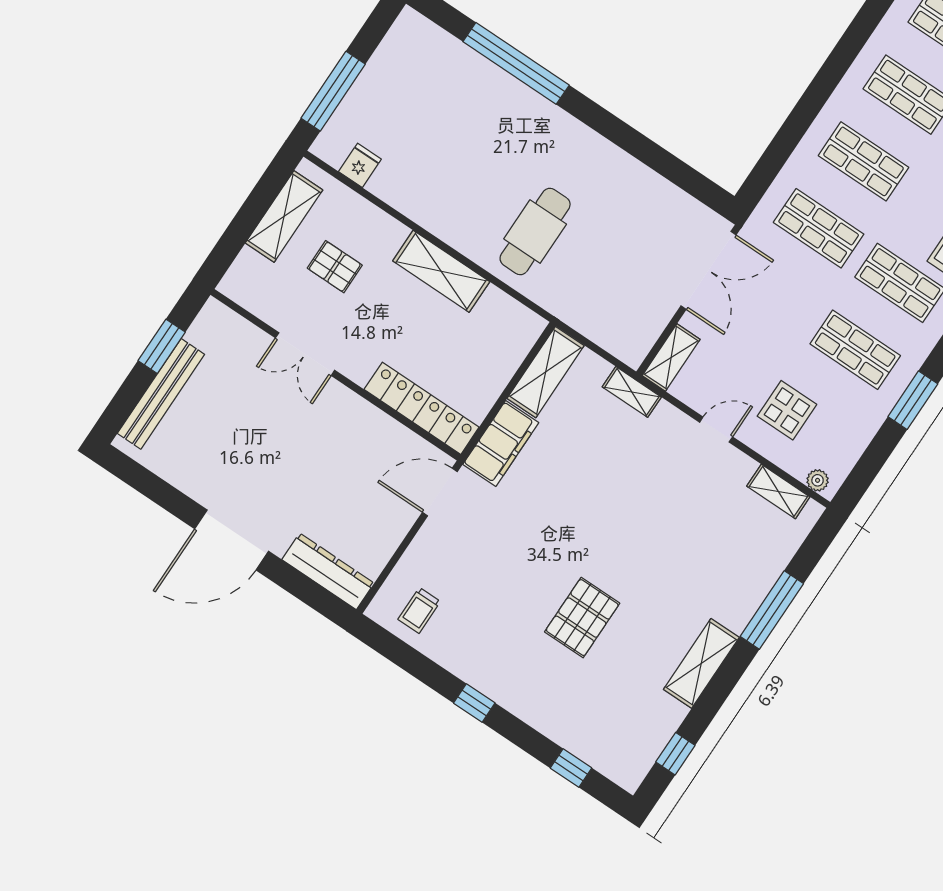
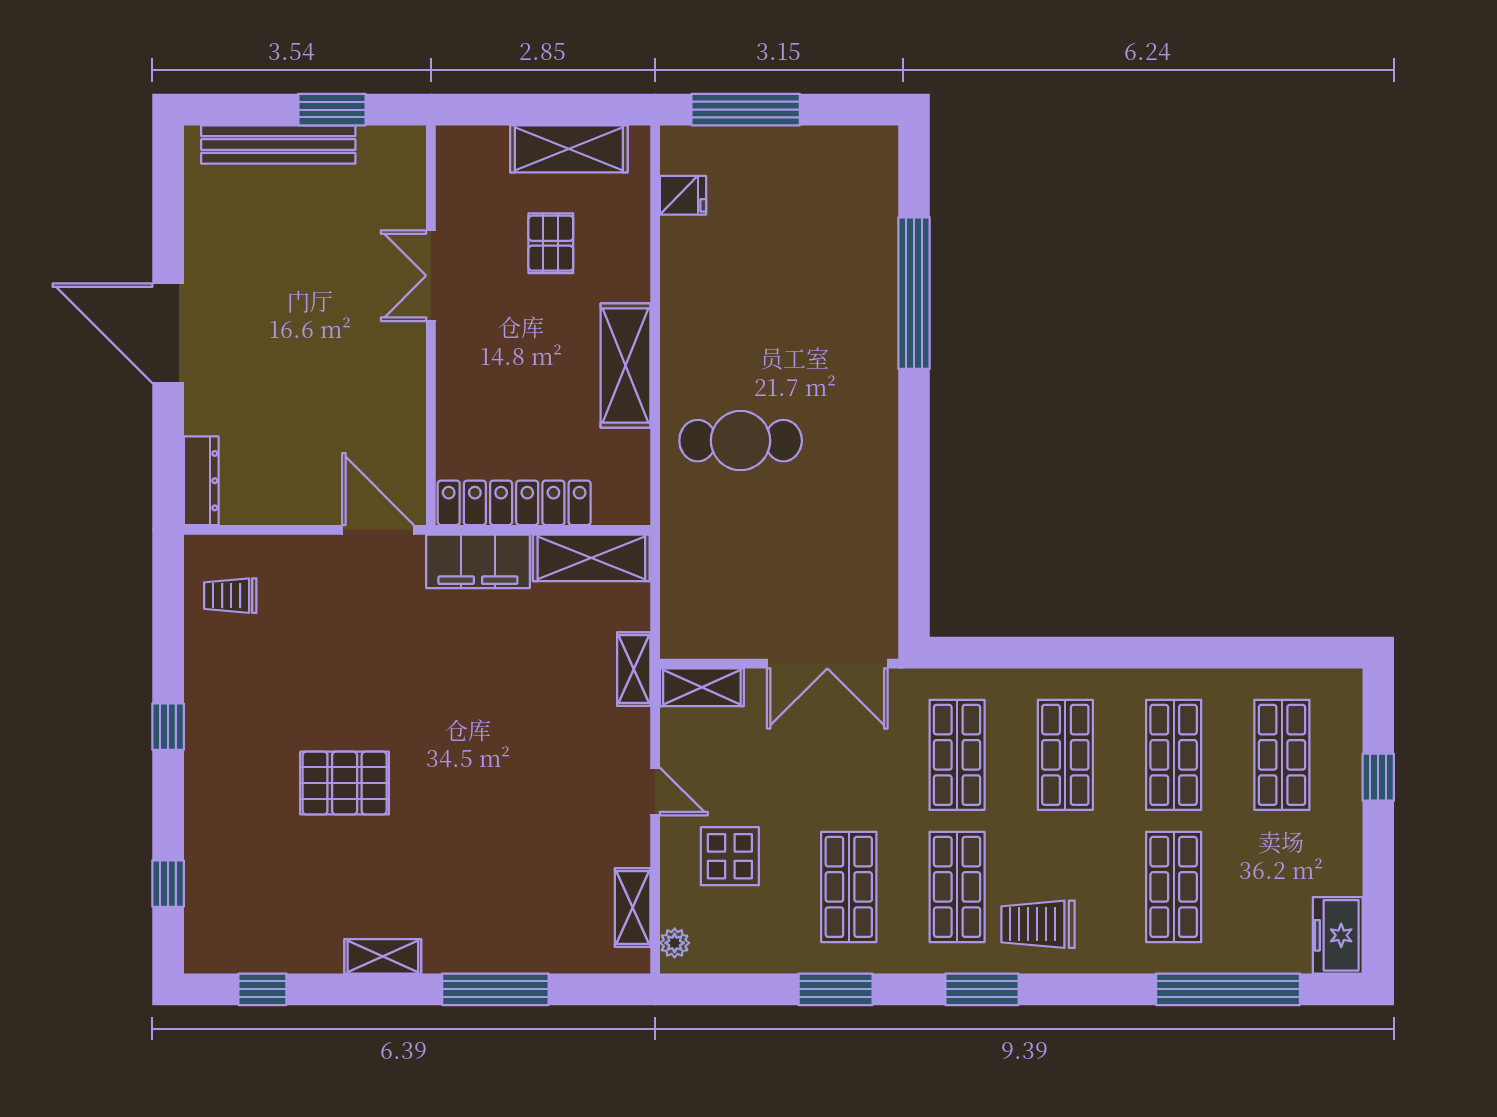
locker: (422, 408) -> (514, 503), moved, turned -90
dresser: (328, 571) -> (201, 481), width x0.73, depth x0.80
shelving: (701, 663) -> (383, 956), width x0.67, depth x0.75

